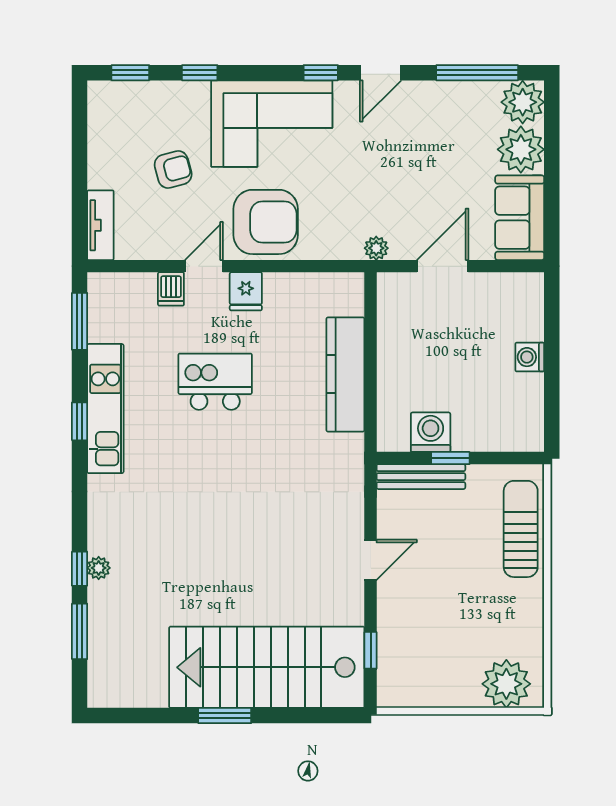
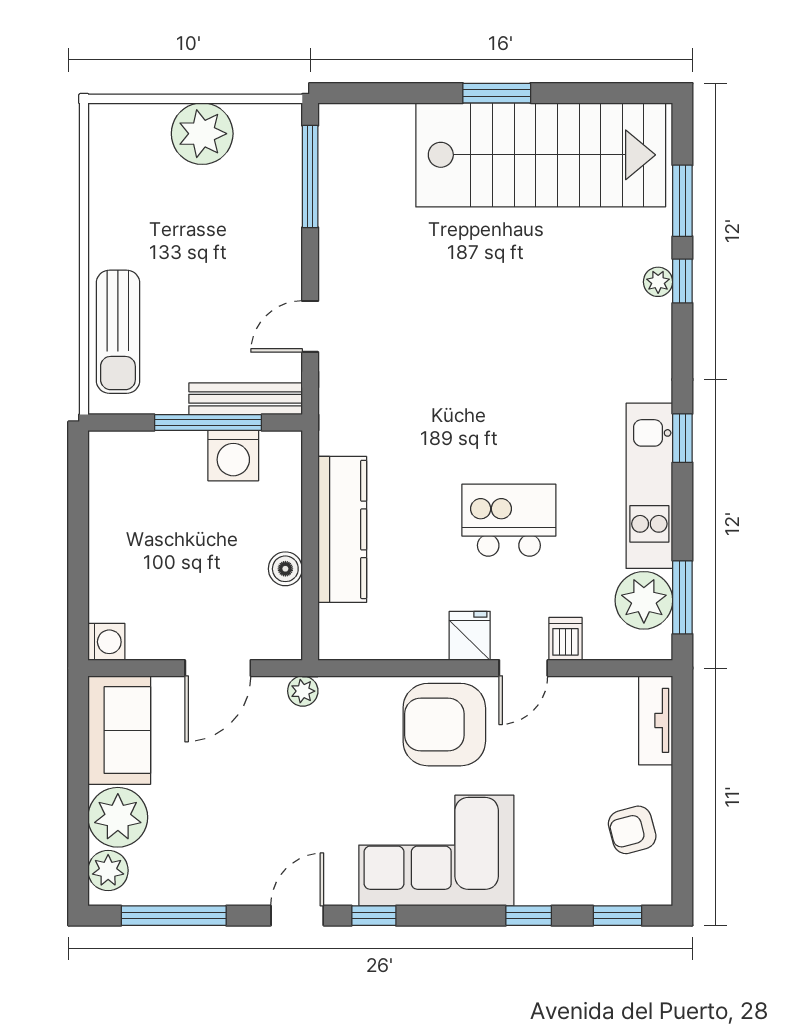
plant: (523, 102) -> (108, 870), width x0.73, depth x0.73
armchair: (173, 169) -> (632, 830), moved
plant: (110, 319) -> (644, 600), added
boiler: (390, 344) -> (285, 569), added
washing machine: (530, 357) -> (106, 642), moved
kitchen island: (215, 382) -> (509, 520), turned 180
window: (80, 421) -> (682, 438), moved
window: (450, 458) -> (208, 422), width x2.17
door: (371, 560) -> (310, 326), moved
window: (371, 650) -> (310, 177), width x2.17
stairs: (267, 667) -> (541, 155), moved
plant: (506, 684) -> (202, 134), moved

